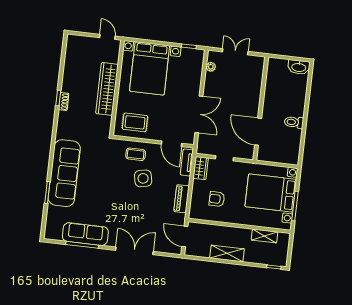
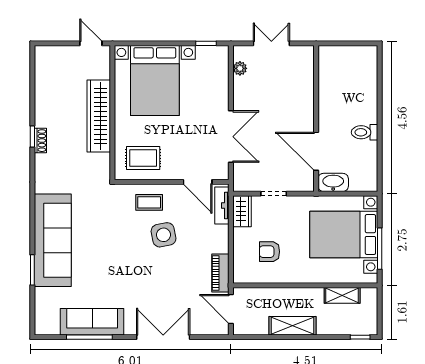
washbasin: (299, 67) -> (333, 182), moved, turned 180
piano: (182, 199) -> (220, 273), moved

